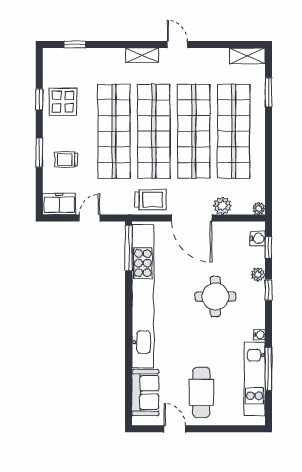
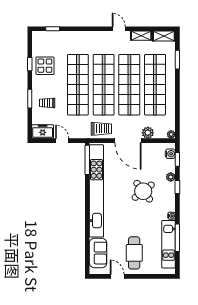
shelving: (142, 55) -> (141, 36), moved
door: (90, 218) -> (62, 141), hinge flipped
round table: (215, 297) -> (143, 191), turned -38

